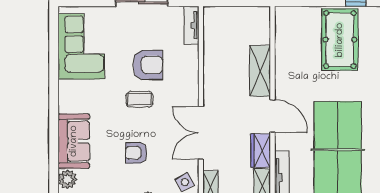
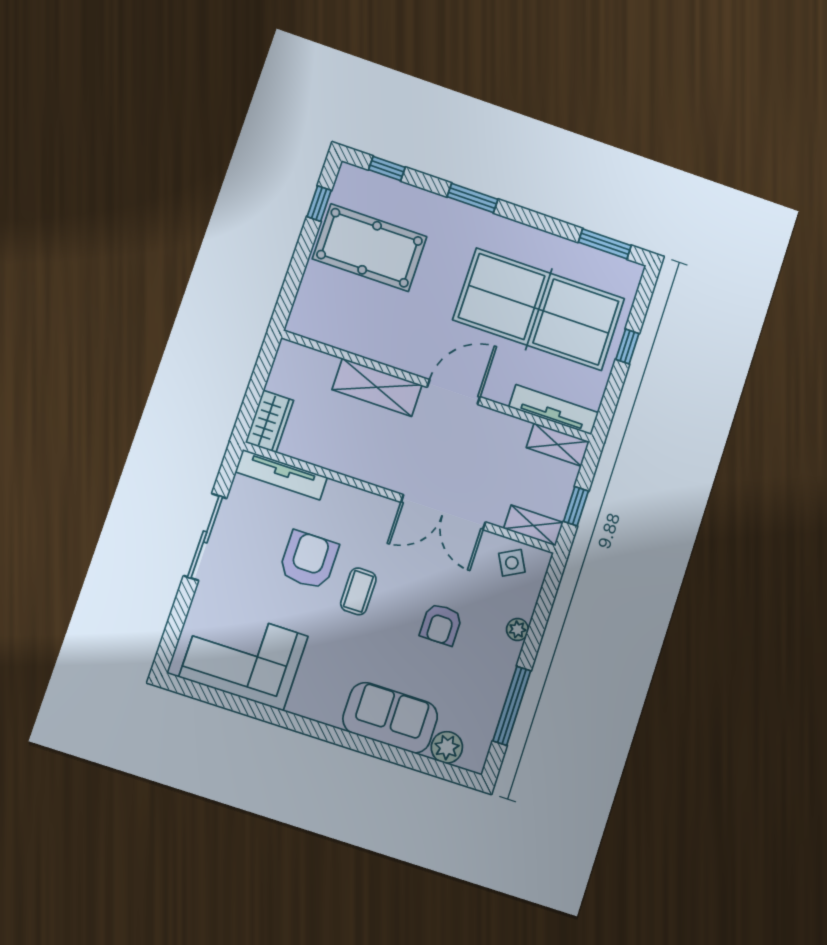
tv unit: (192, 25) -> (281, 475), width x1.41
wardrobe: (261, 151) -> (269, 421), moved, turned -90

